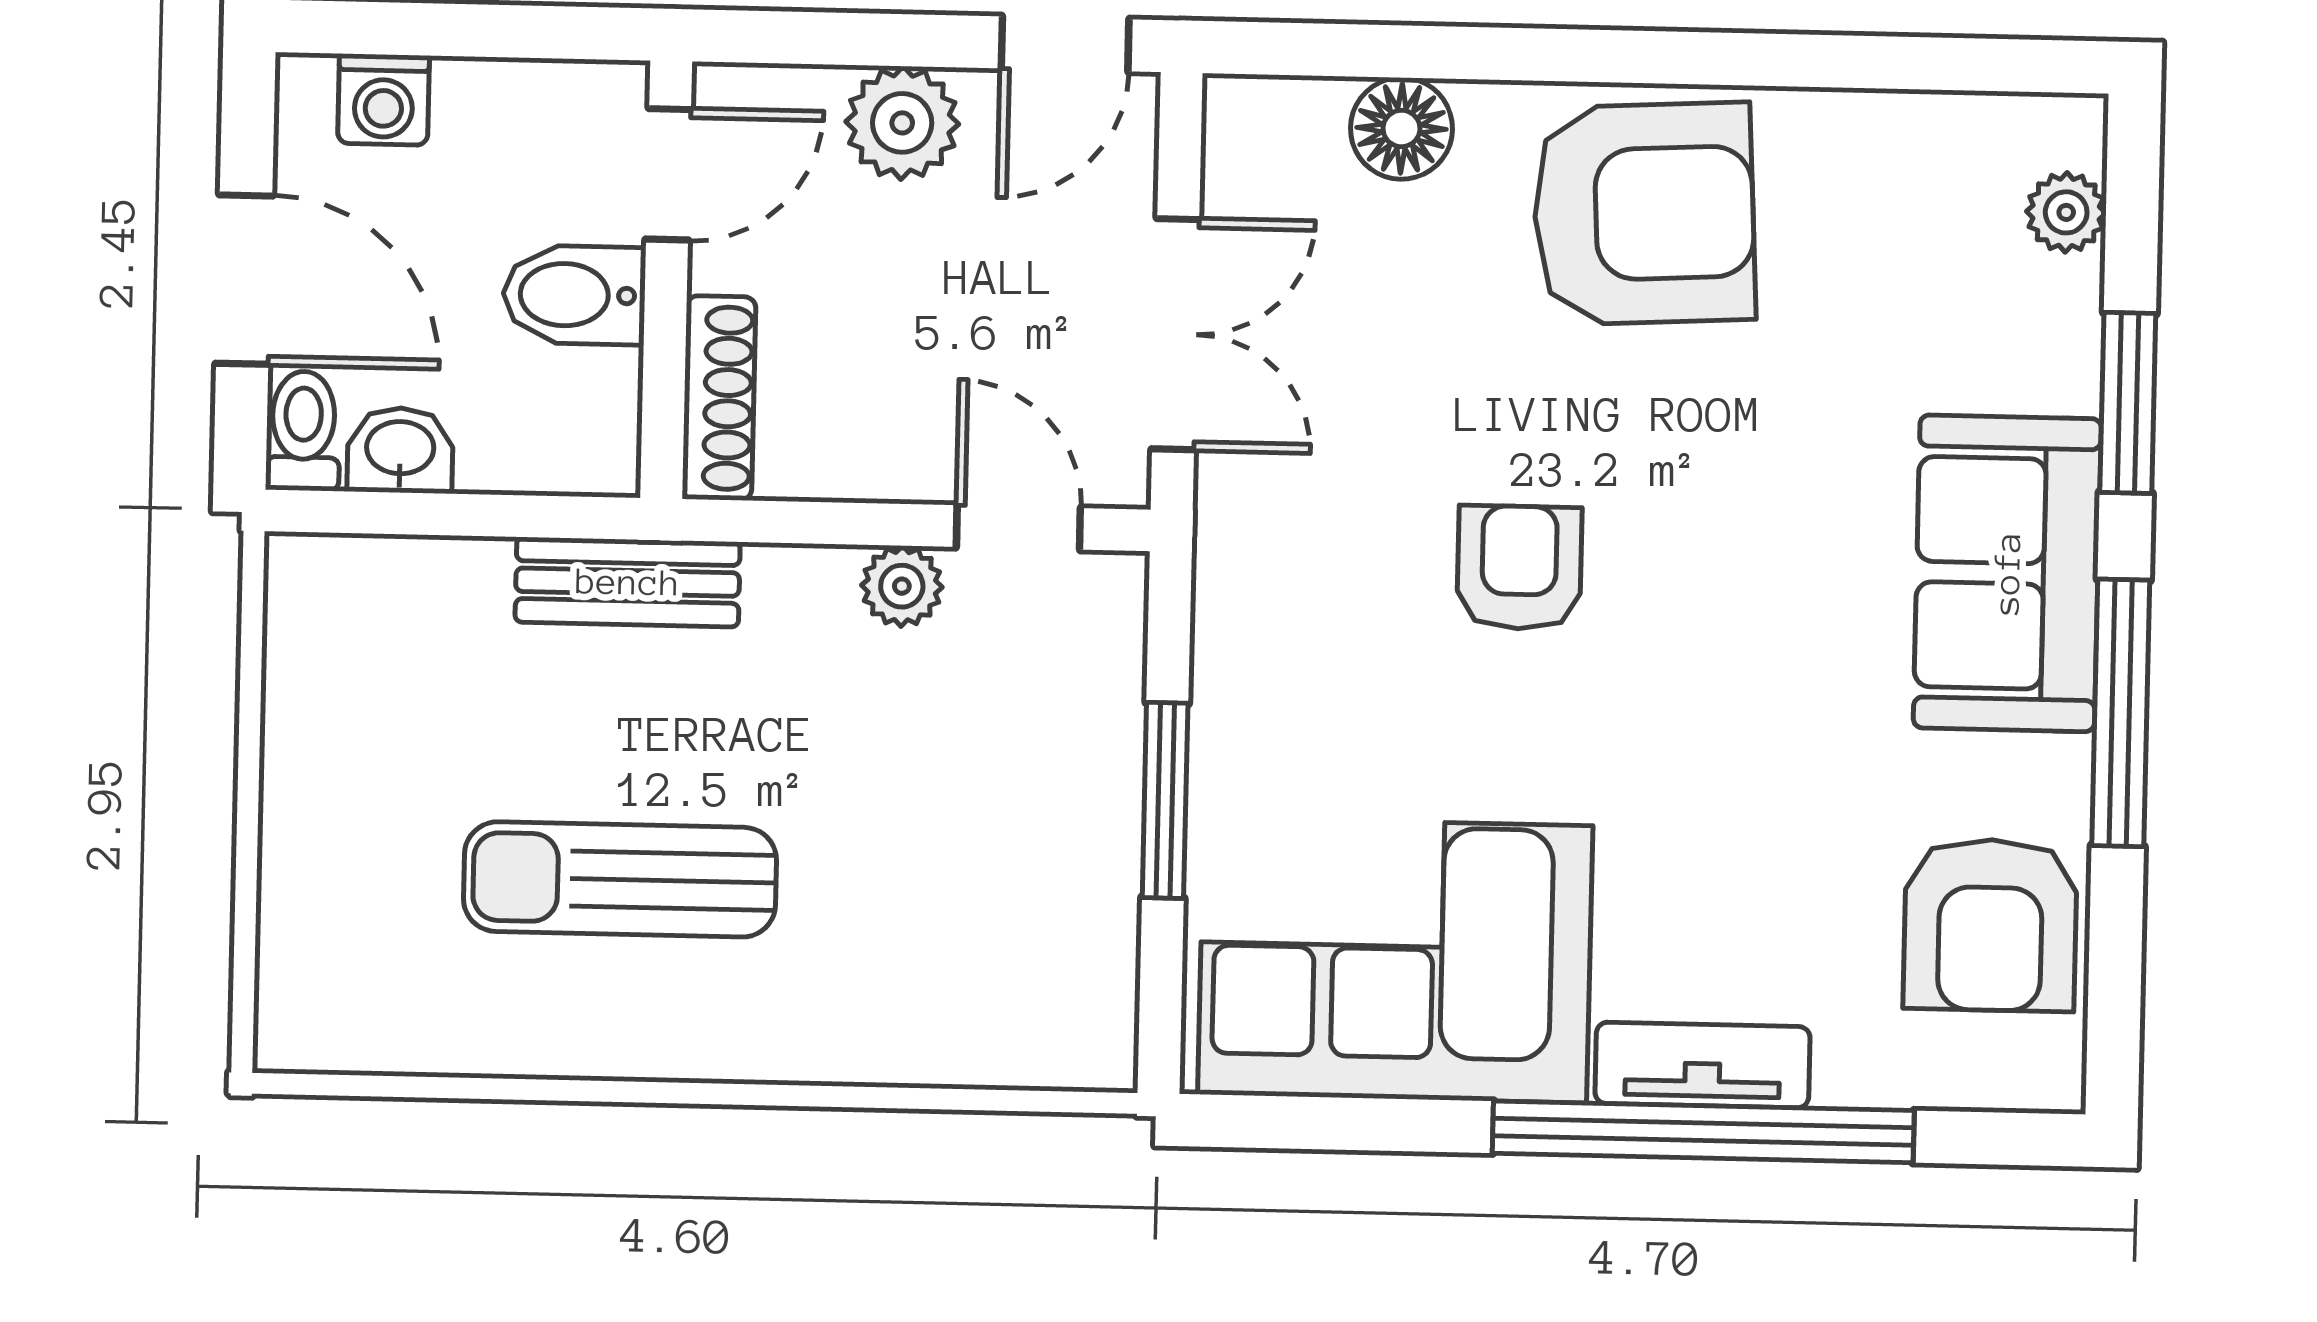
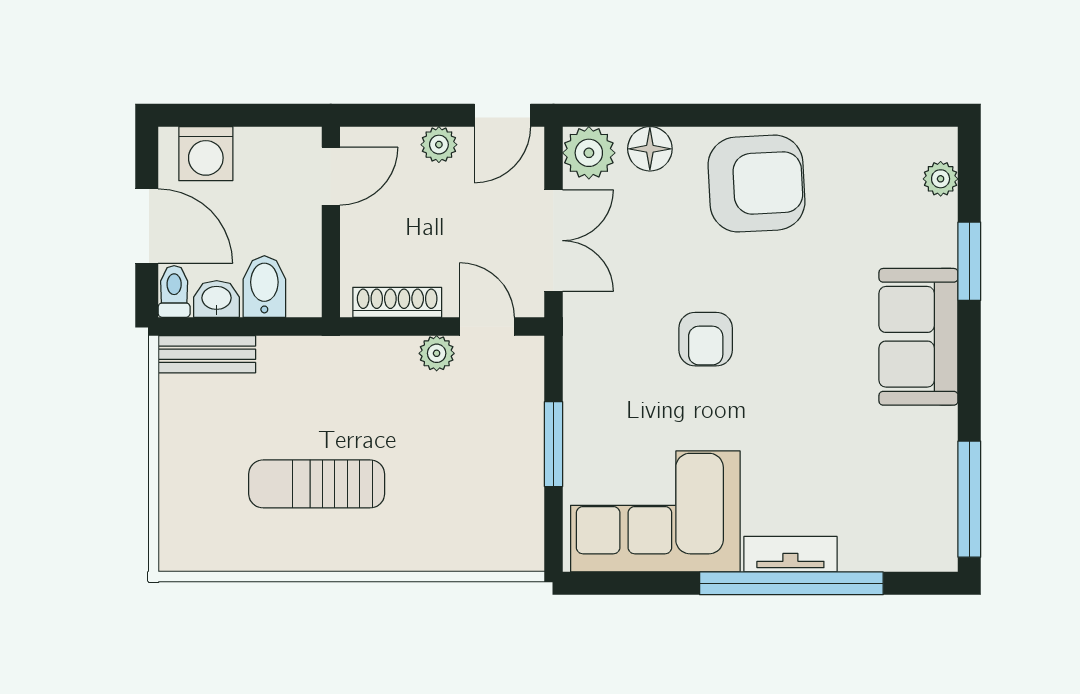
washing machine: (384, 99) -> (206, 154), width x1.38, depth x1.38
plant: (902, 123) -> (439, 145), width x0.73, depth x0.73
plant: (1261, 135) -> (589, 153), added
bidet: (574, 295) -> (264, 287), moved, turned 90
shoe rack: (719, 398) -> (397, 302), moved, turned -90
armchair: (1519, 568) -> (706, 339), turned 180
bench: (628, 582) -> (207, 354), moved
window: (2121, 713) -> (969, 499), moved
armchair: (1990, 925) -> (915, 490), removed

